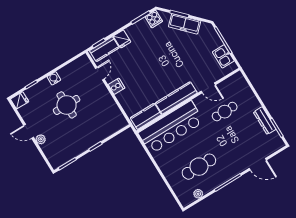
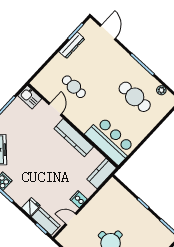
kitchen sink: (223, 56) -> (30, 97), moved, turned 90
kitchen counter: (146, 116) -> (102, 174), moved, turned 90
bar counter: (171, 127) -> (110, 141), width x0.73
door: (258, 164) -> (108, 32), moved

